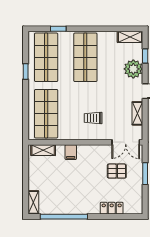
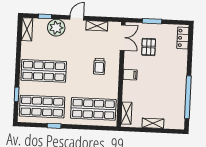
filing cabinet: (71, 152) -> (130, 75), moved
shelving: (33, 202) -> (153, 123), moved
locker: (112, 208) -> (183, 38), moved

